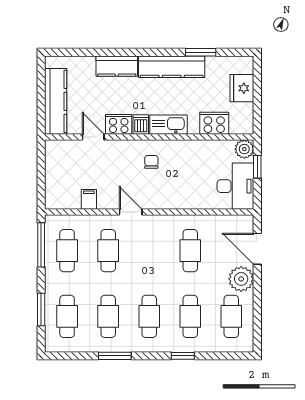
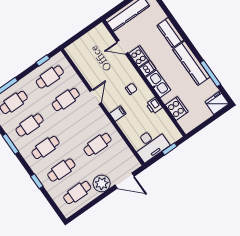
window: (201, 52) -> (210, 73), width x1.44
fridge: (242, 88) -> (217, 103), moved
door: (93, 137) -> (122, 47), swing flipped
printer: (192, 148) -> (154, 106), added
plant: (244, 149) -> (174, 135), removed
filing cabinet: (89, 199) -> (118, 114), moved
window: (41, 245) -> (43, 60), width x0.46
door: (257, 249) -> (124, 181), swing flipped

